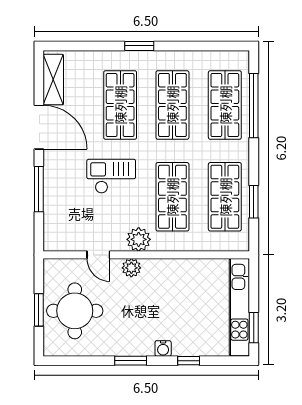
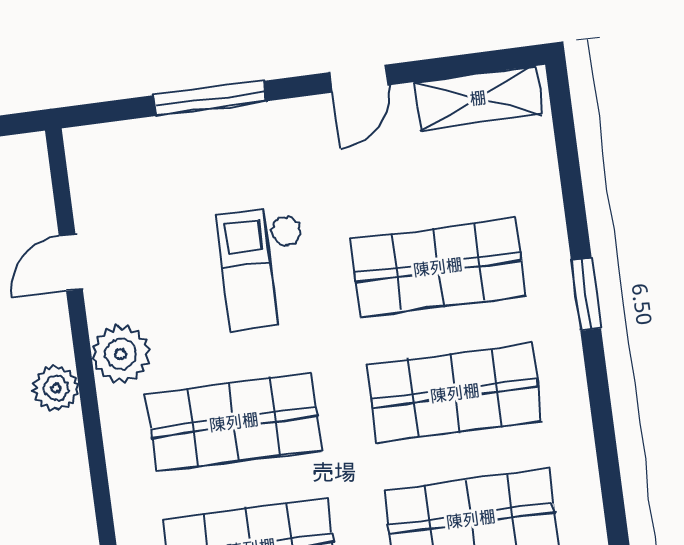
door: (39, 127) -> (359, 79), width x0.53
checkout: (111, 176) -> (264, 268), turned 180
plant: (131, 268) -> (56, 388), moved

